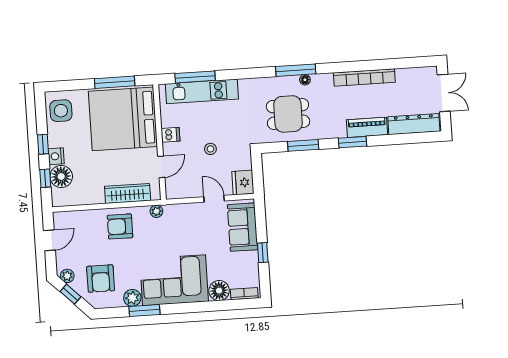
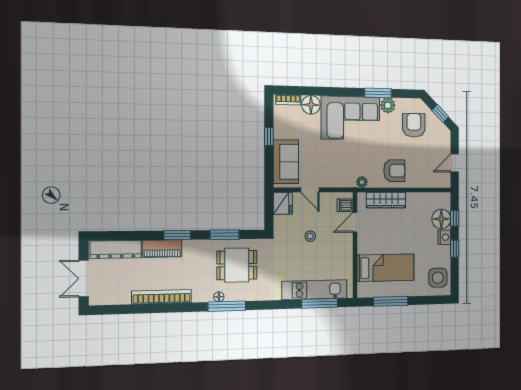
bed: (123, 119) -> (386, 268), width x0.49
dishwasher: (171, 135) -> (345, 205), moved
plant: (67, 276) -> (442, 130), removed

